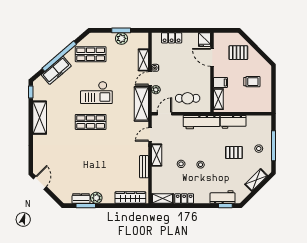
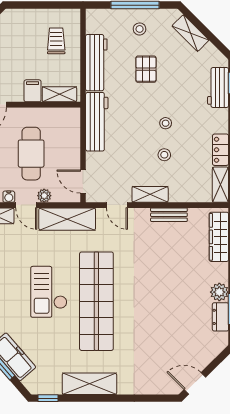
trolley: (252, 82) -> (56, 41), moved
checkout: (96, 93) -> (49, 292), turned 180
cafe table: (188, 98) -> (31, 154), moved, width x1.37, depth x1.35
shop shelf: (91, 122) -> (96, 301), width x2.00, depth x1.36
workbench: (233, 122) -> (96, 63), width x1.38

